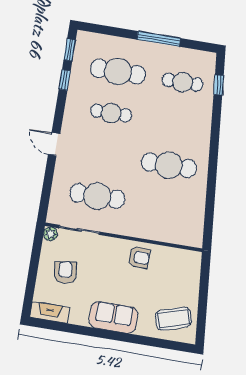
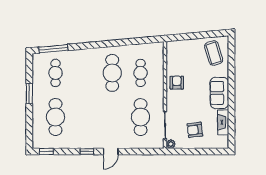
window: (159, 39) -> (29, 94), width x0.69
window: (65, 80) -> (87, 151), moved
window: (219, 85) -> (53, 49), width x2.17
cafe table: (111, 113) -> (141, 73), moved
fireplace: (50, 312) -> (223, 122), moved

